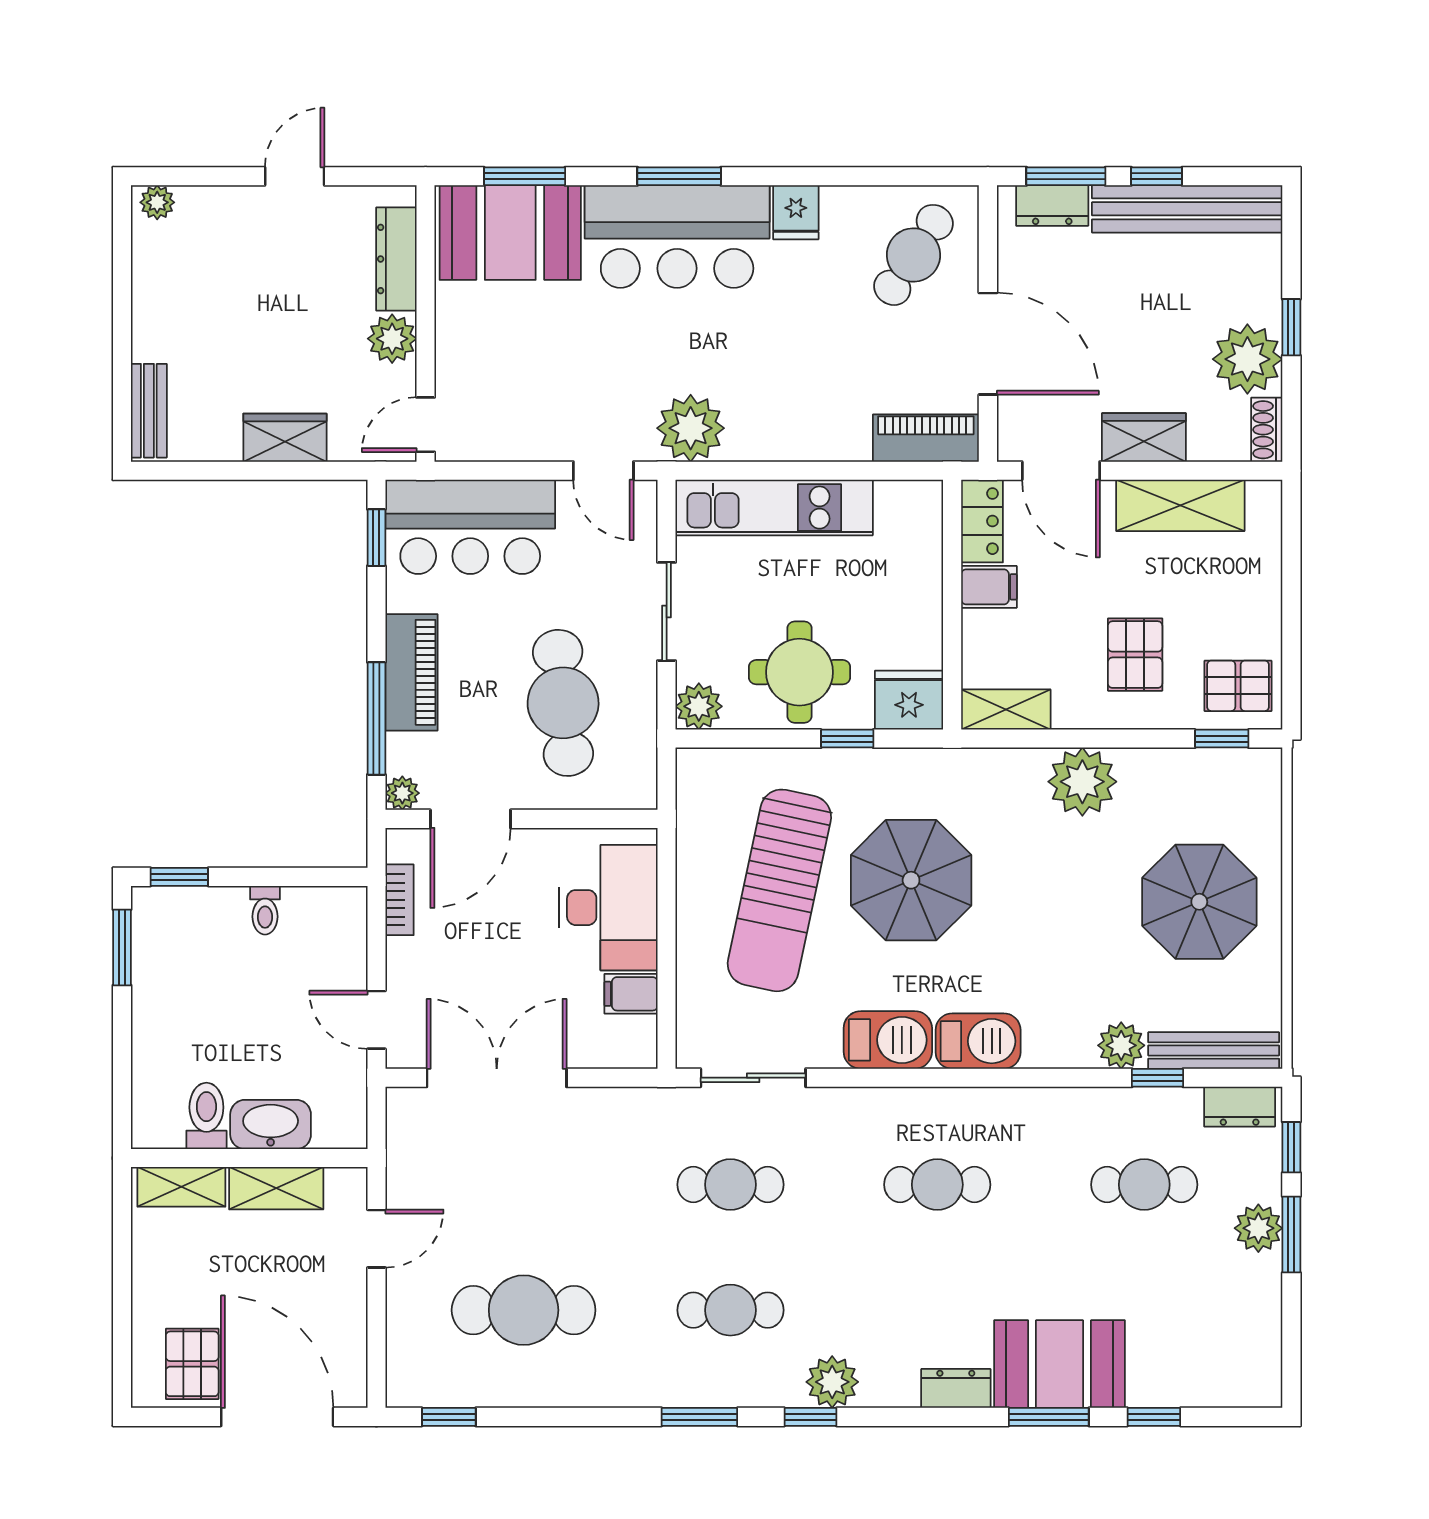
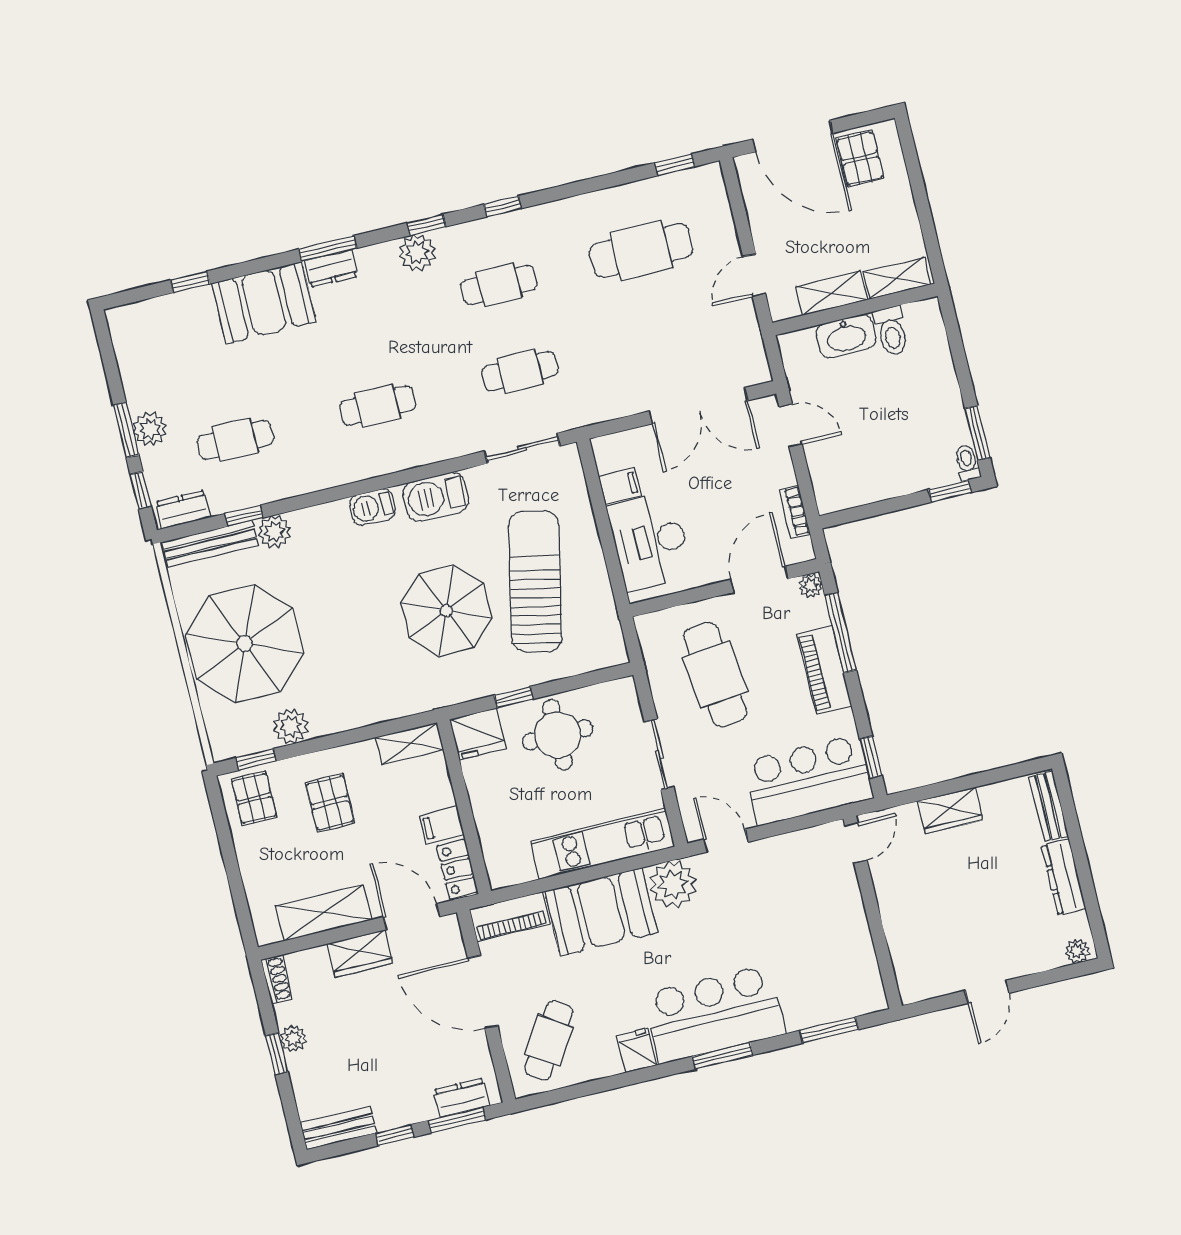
bench: (1187, 209) -> (339, 1128), width x0.54, depth x0.82
booth: (510, 233) -> (601, 912), moved
dresser: (396, 259) -> (1064, 877), moved, turned 180
plant: (392, 339) -> (893, 896), removed
plant: (1247, 359) -> (293, 1039), width x0.53, depth x0.53
pallet: (1238, 686) -> (254, 798), turned 90
plant: (699, 706) -> (621, 695), removed
plant: (1082, 782) -> (291, 726), moved, width x0.73, depth x0.73
parasol: (1199, 902) -> (245, 644), width x1.36, depth x1.36
toilet: (265, 910) -> (967, 463), moved
barbecue: (978, 1041) -> (373, 507), width x0.73, depth x0.79
window: (699, 1417) -> (503, 206), width x0.67
window: (1049, 1417) -> (328, 249), moved

